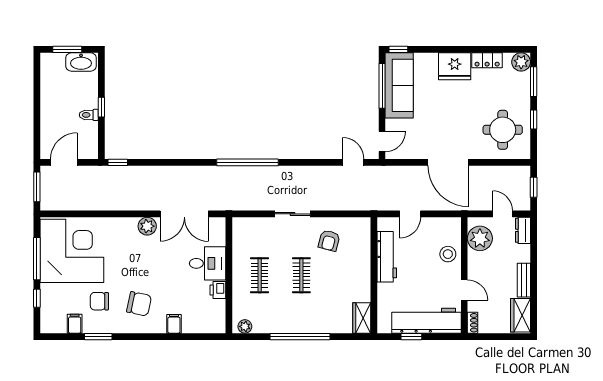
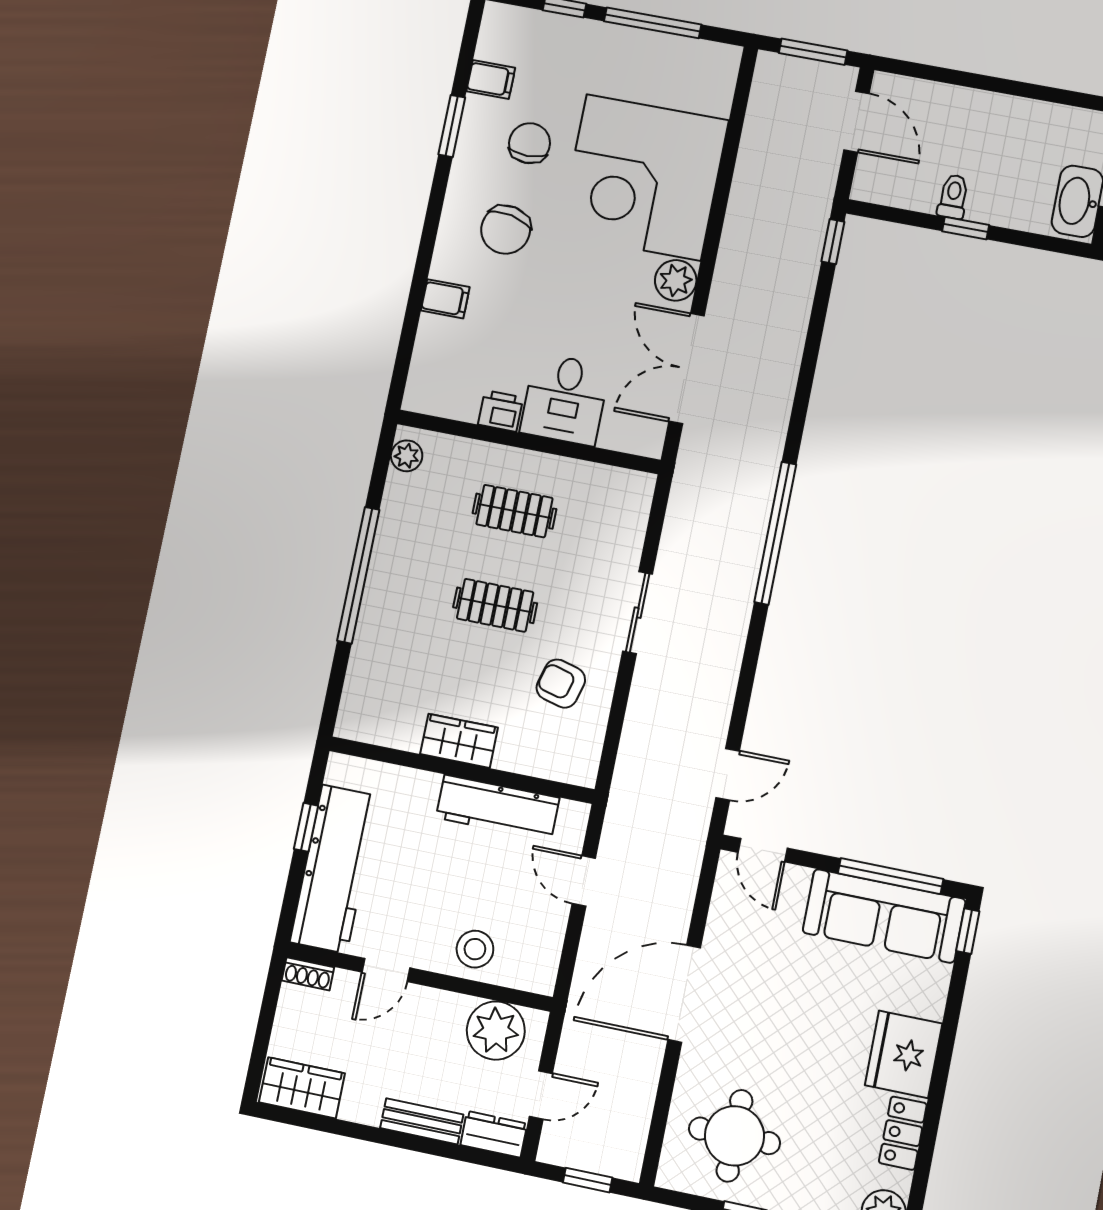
corner desk: (72, 251) -> (644, 177), moved, turned 90
bench: (524, 280) -> (422, 1121), moved
wardrobe: (362, 318) -> (459, 741), moved

